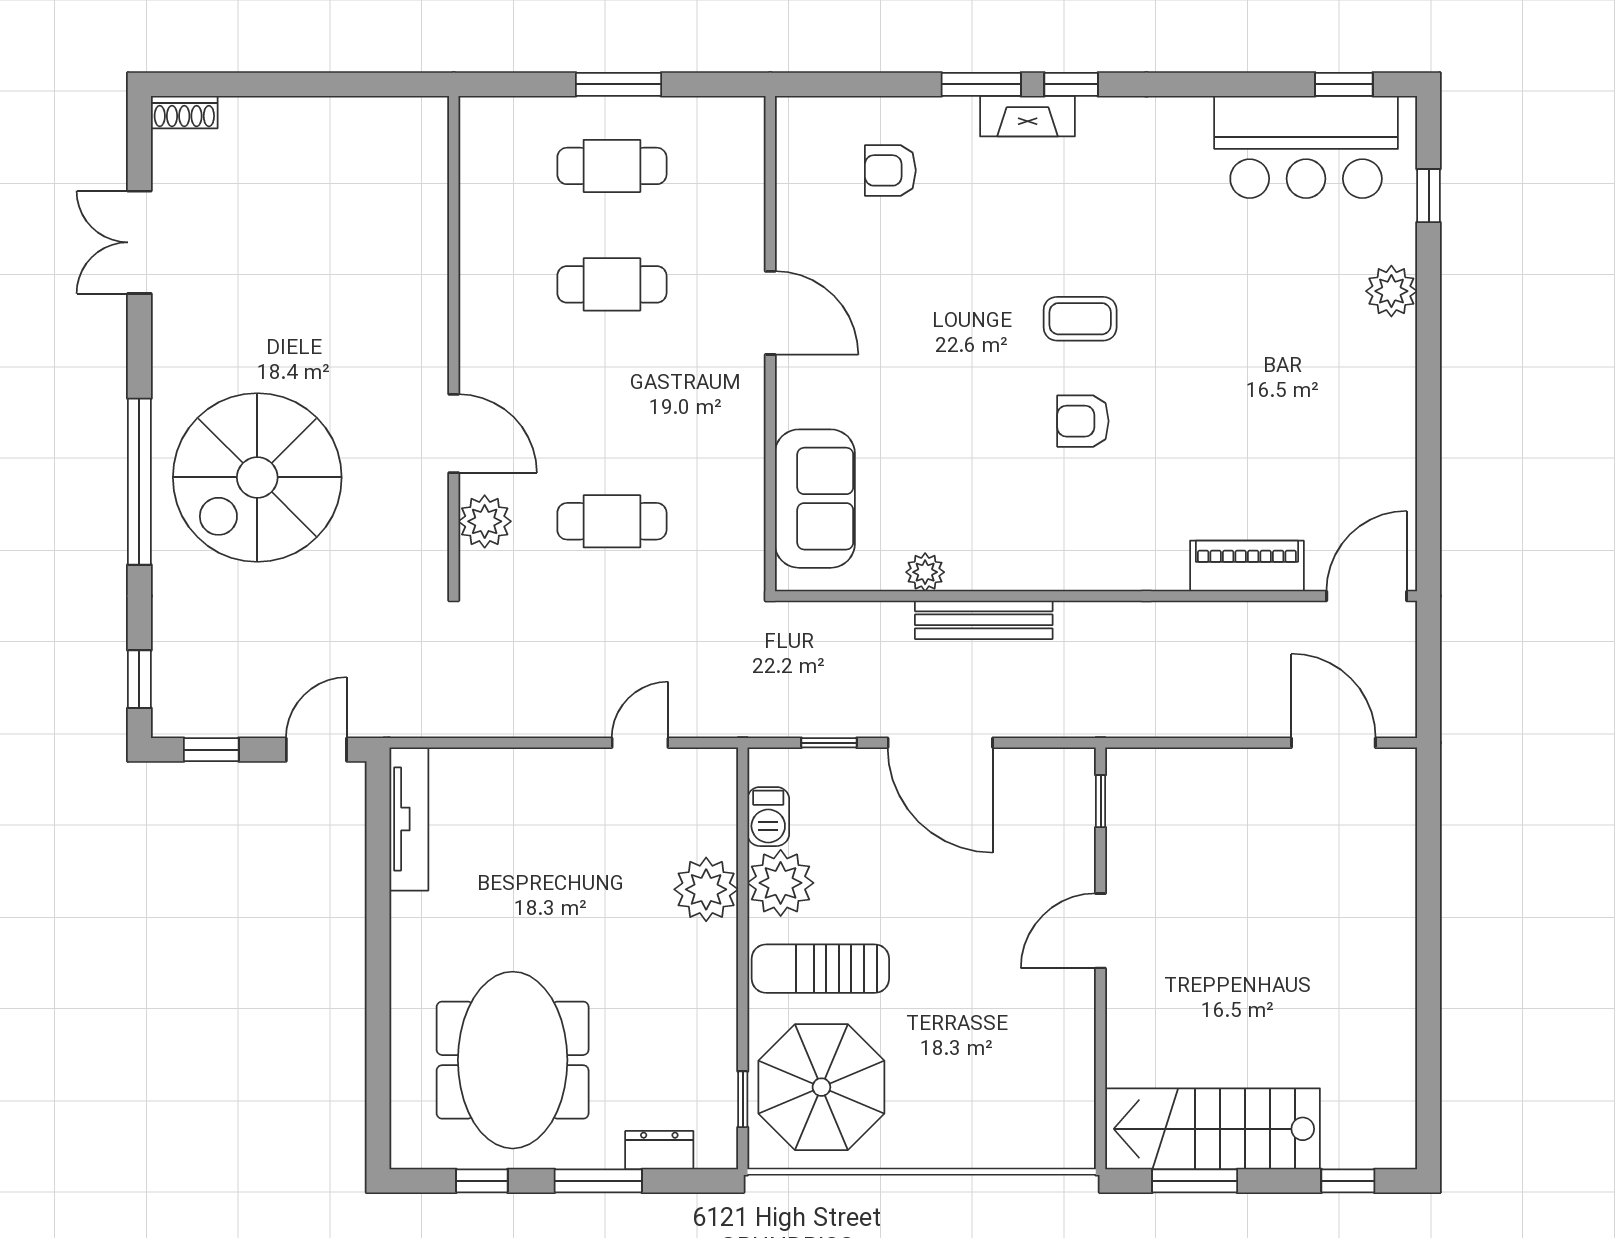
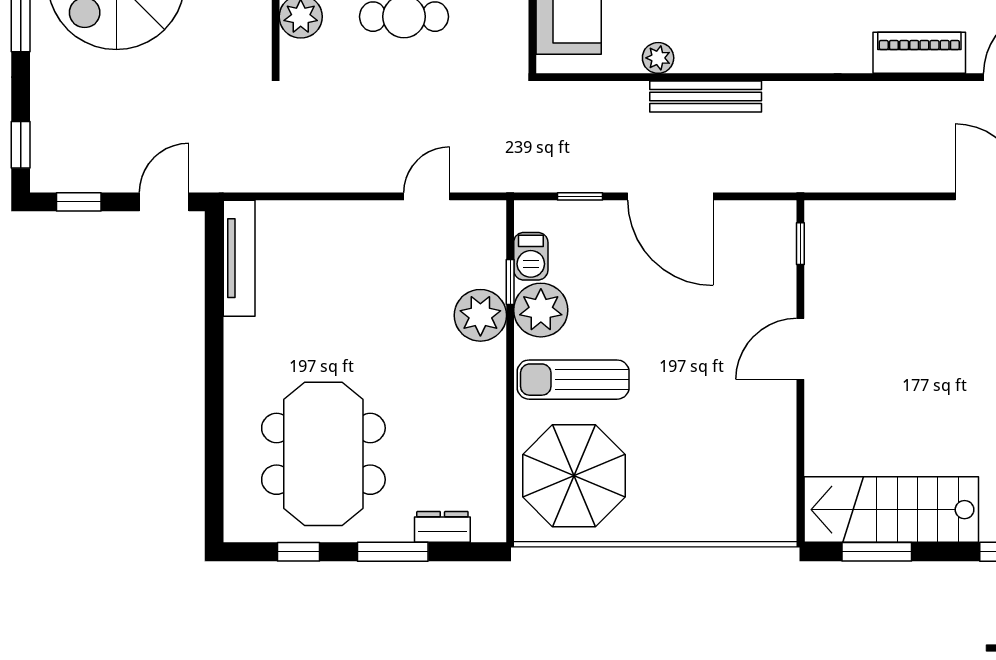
window: (743, 1099) -> (510, 282), moved

